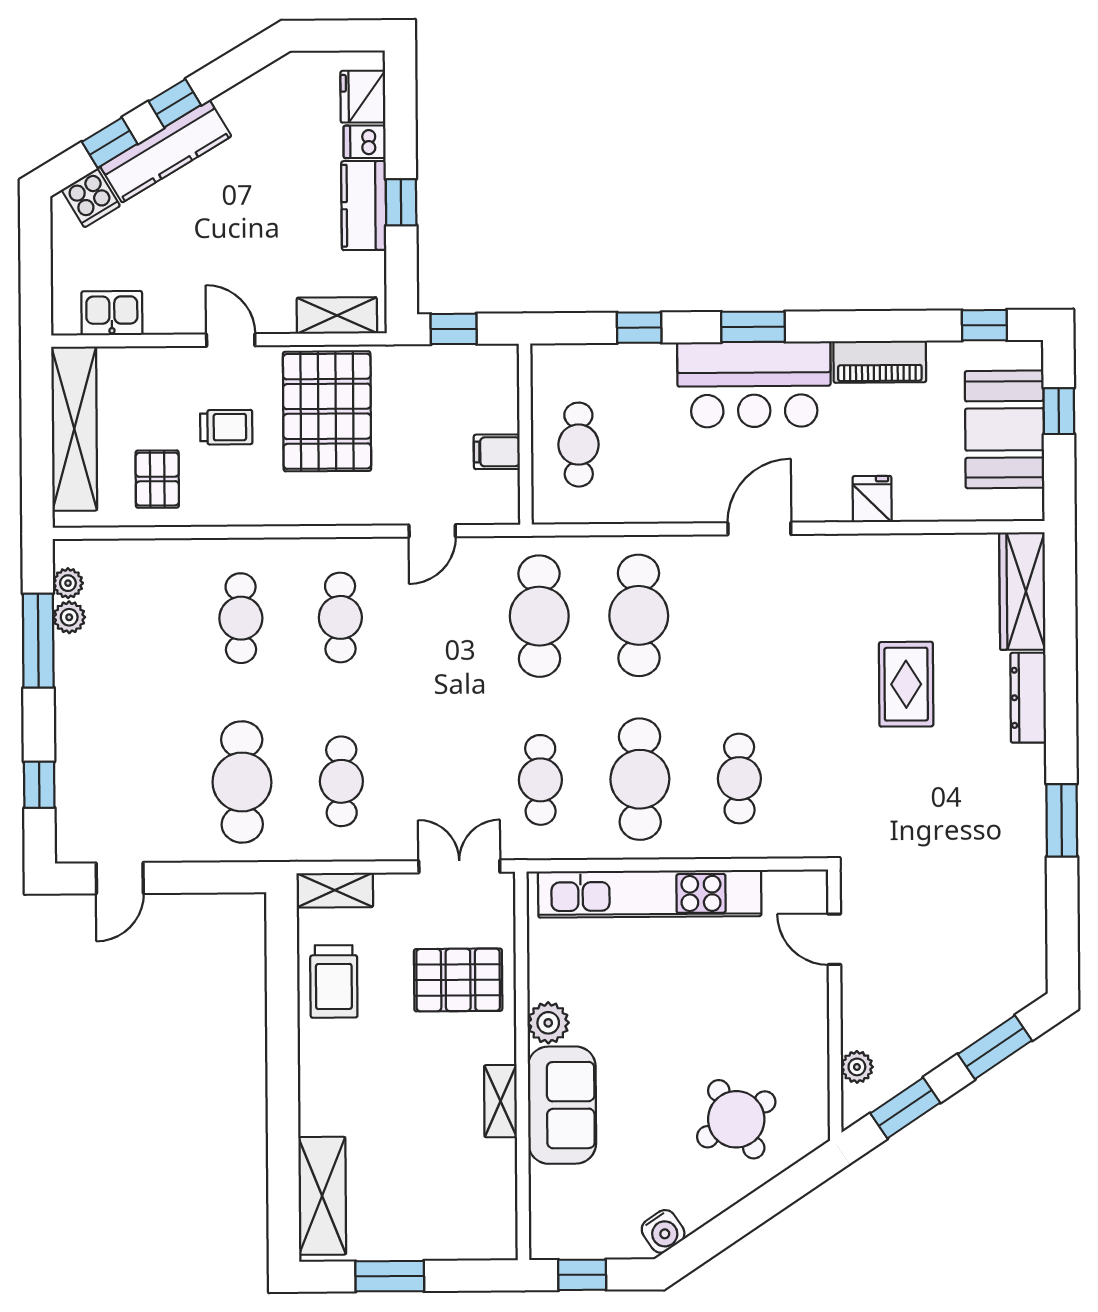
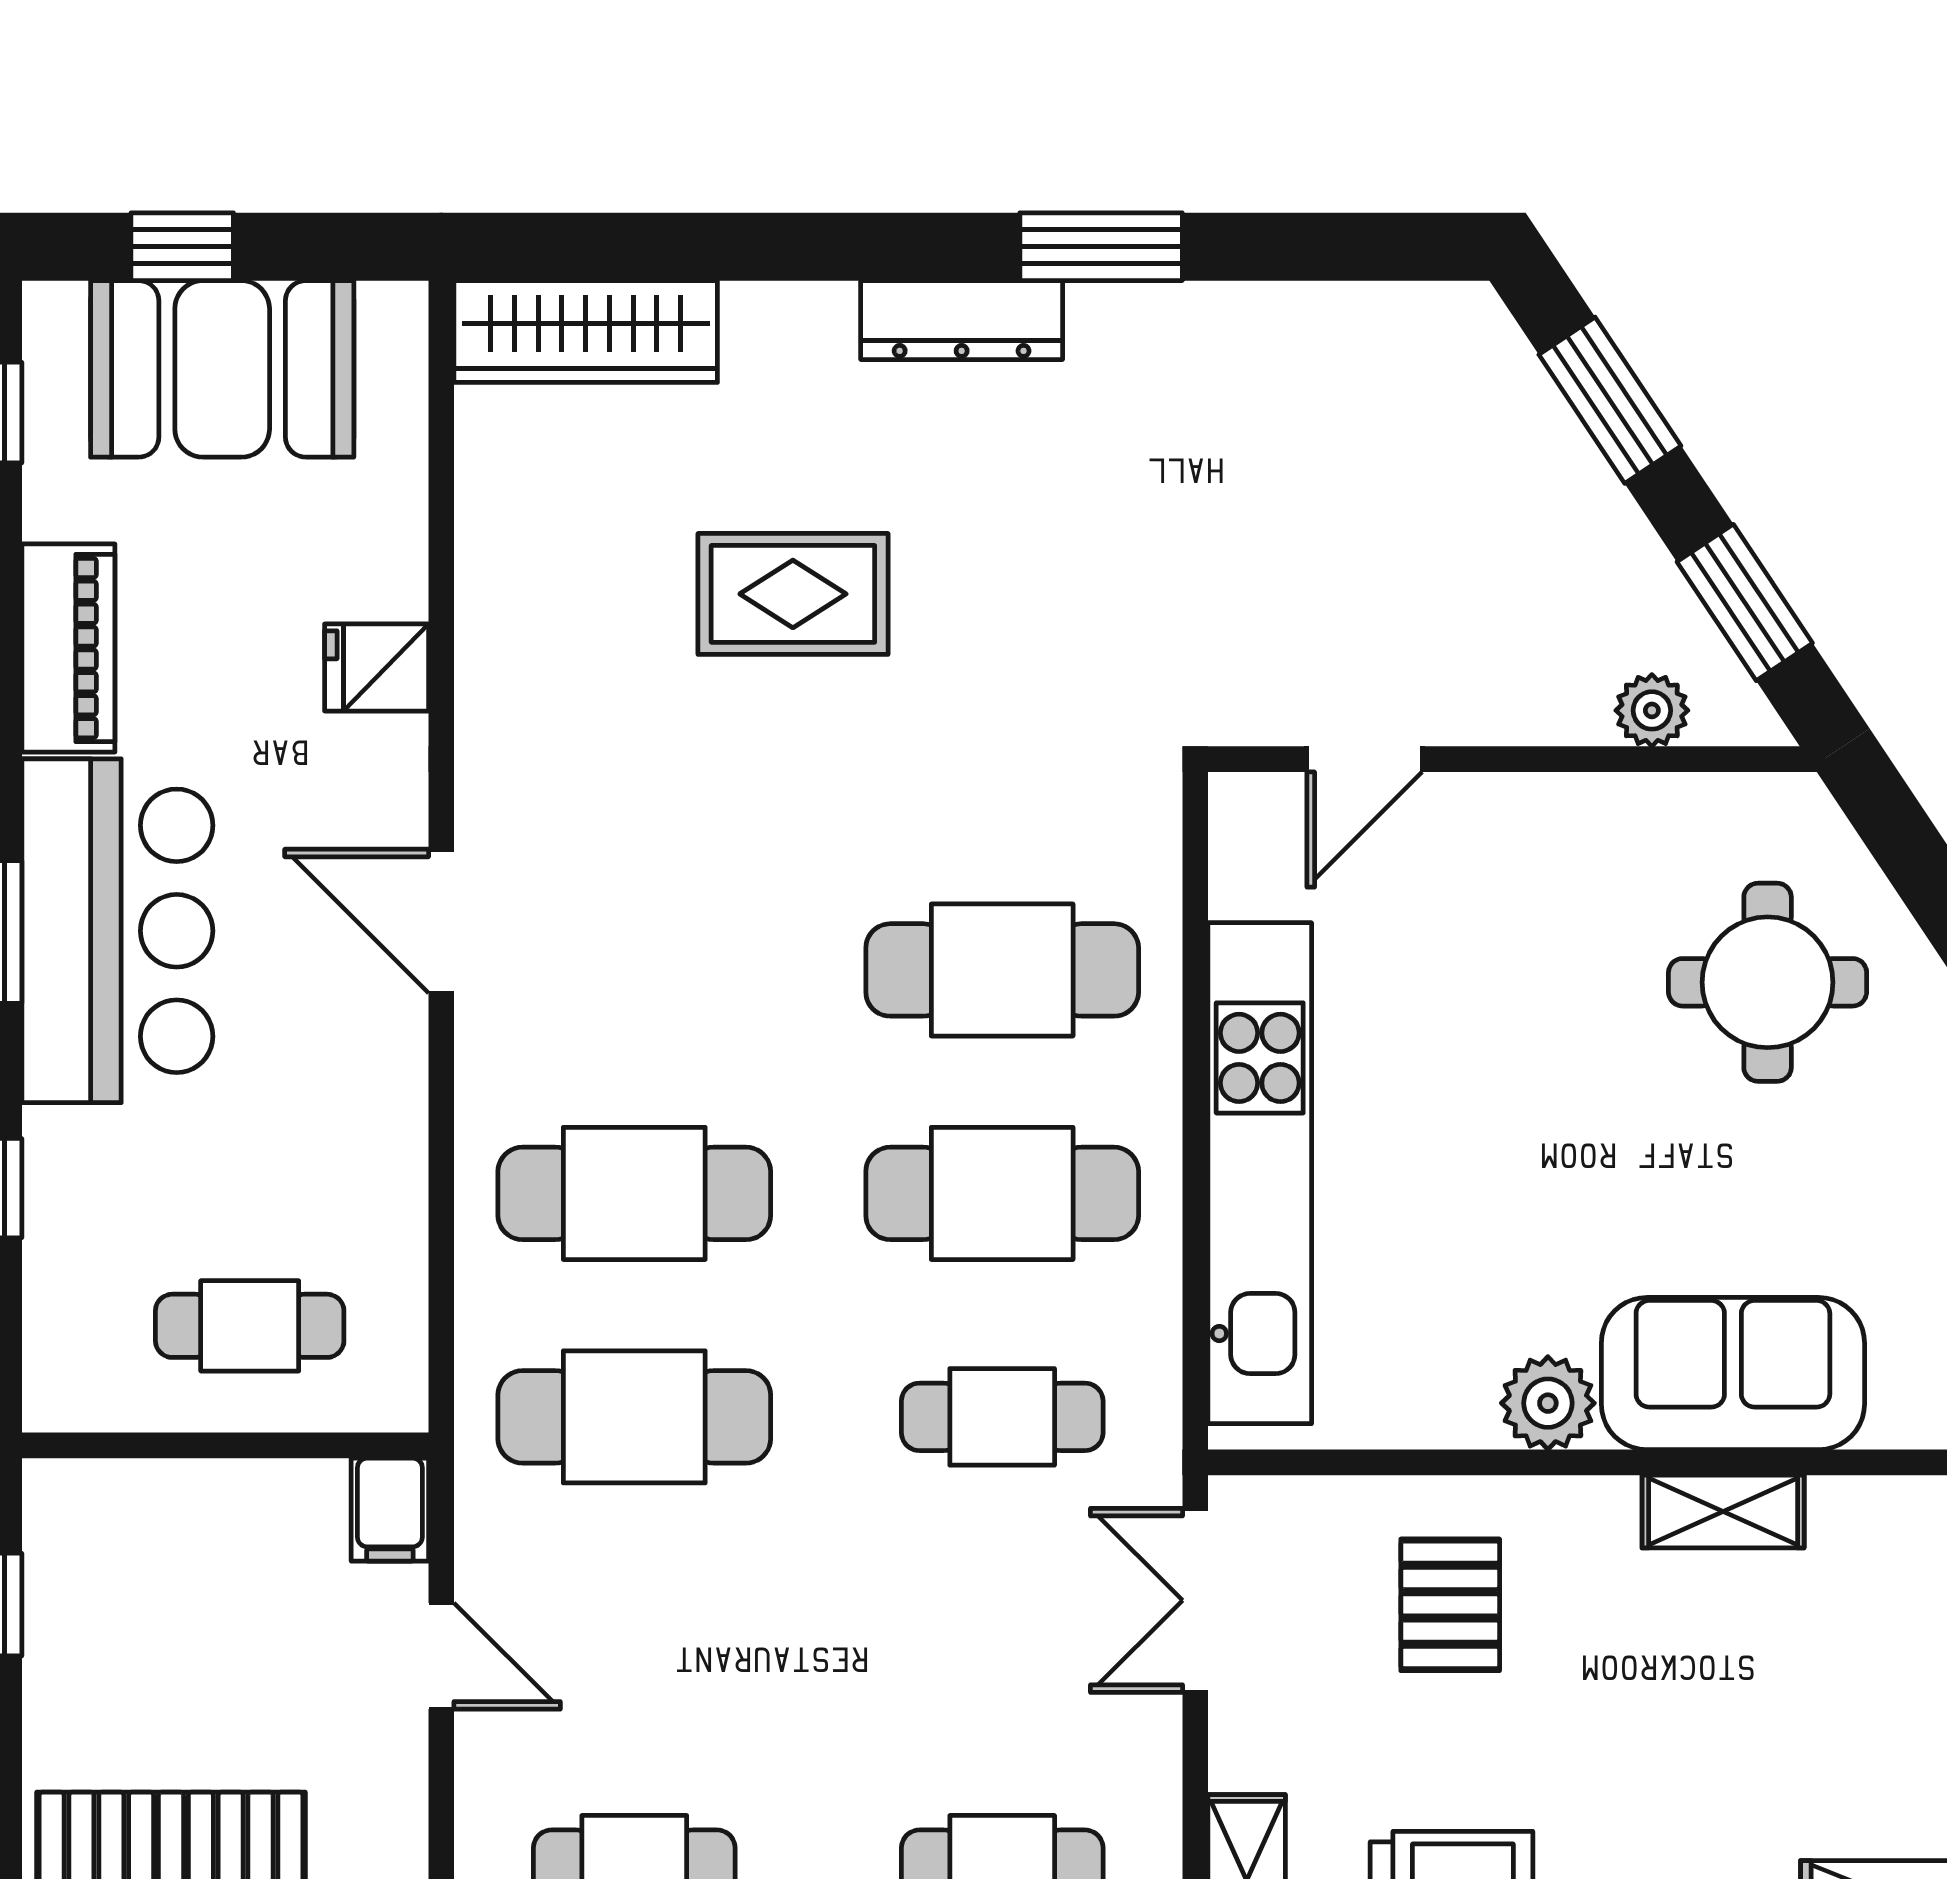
filing cabinet: (497, 452) -> (390, 1510), moved
dresser: (1028, 698) -> (962, 320), moved
cafe table: (739, 779) -> (1002, 970), width x1.37, depth x1.35
pallet: (458, 980) -> (1450, 1605), width x0.67, depth x0.71
round table: (736, 1119) -> (1768, 982), turned 31

